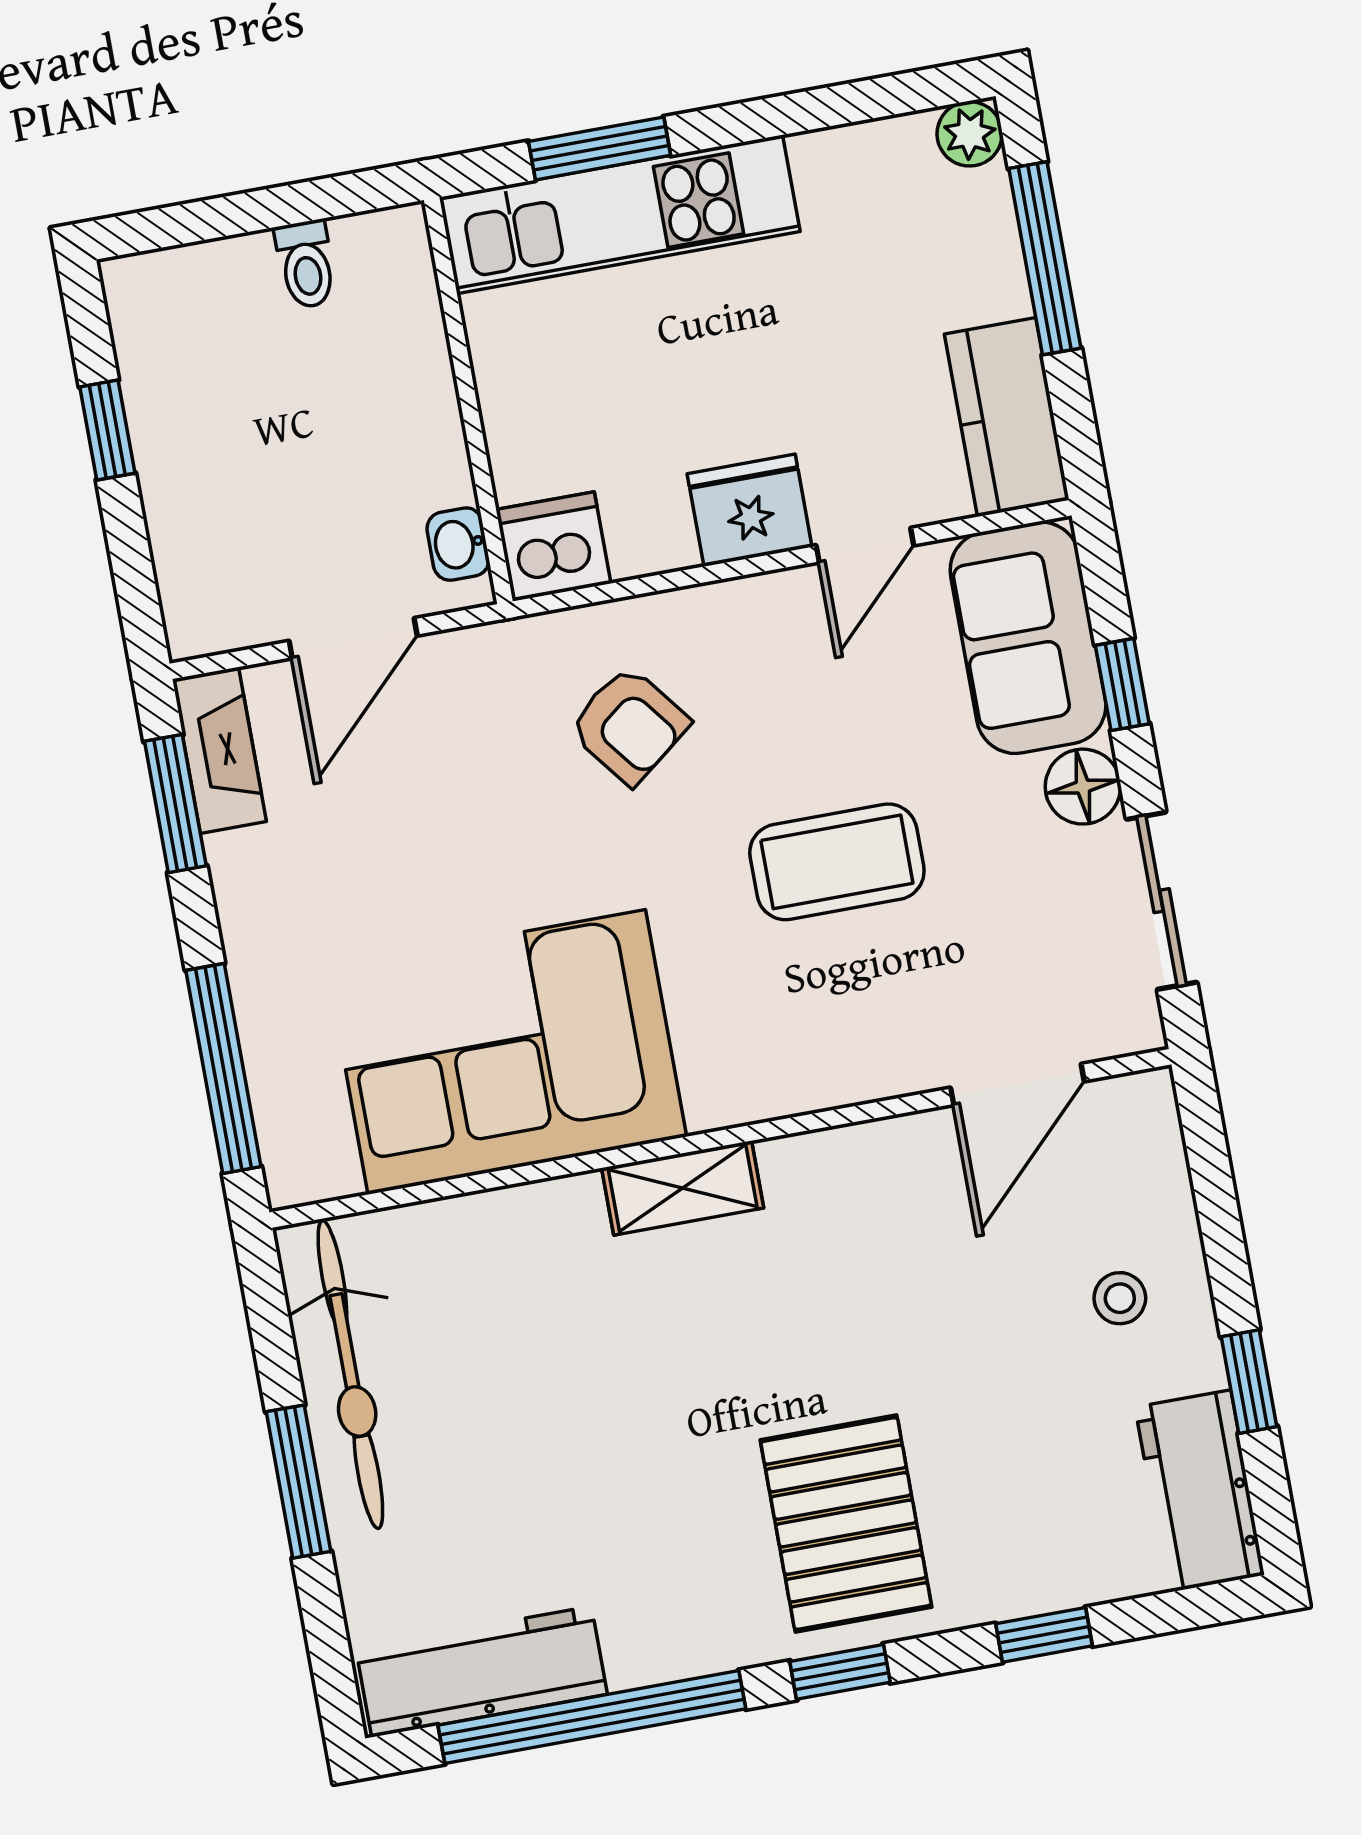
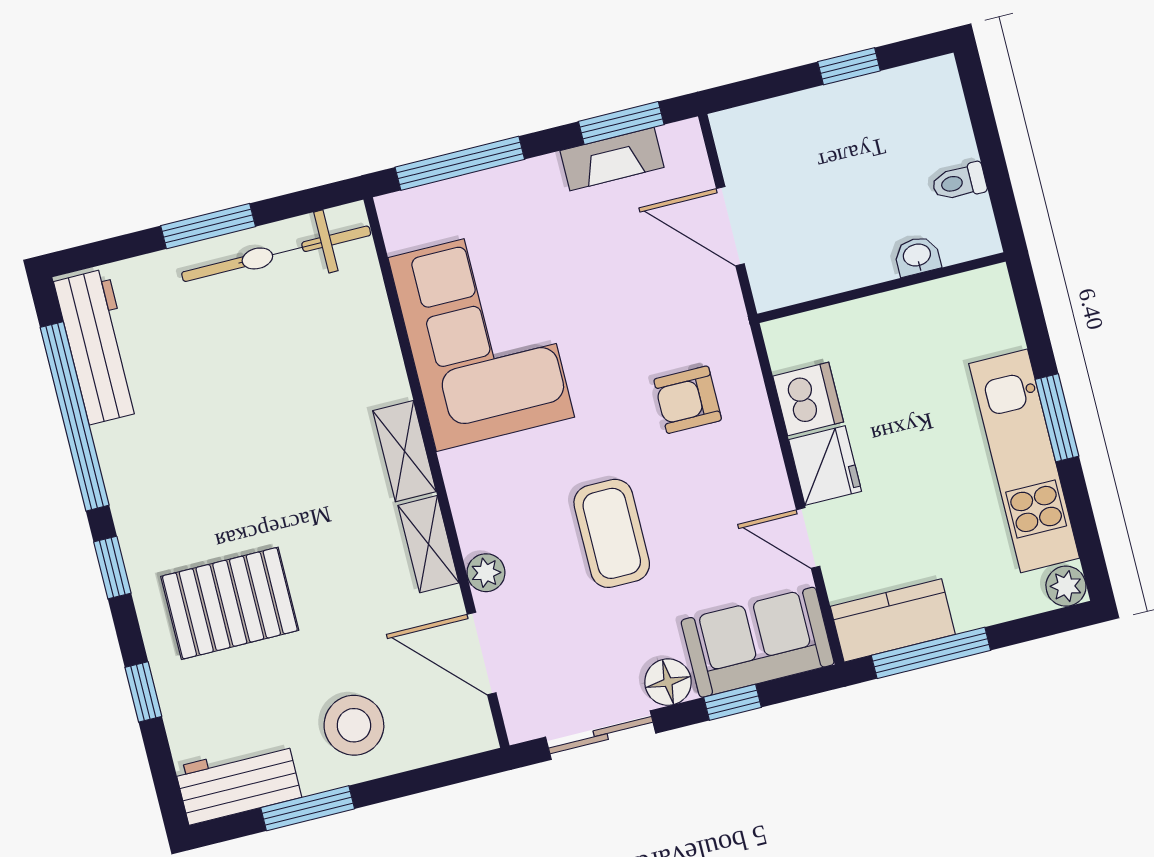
window: (600, 148) -> (1057, 418), moved
kitchen unit: (620, 214) -> (1024, 461), moved
window: (1045, 258) -> (931, 653), moved
washbasin: (458, 544) -> (917, 256), moved
dishwasher: (553, 546) -> (808, 399), moved
armchair: (629, 725) -> (688, 400), turned 38
fireplace: (219, 750) -> (612, 159), moved
plant: (887, 1069) -> (486, 573), added
shelving: (835, 1159) -> (429, 544), added
stool: (1120, 1298) -> (354, 725), width x1.89, depth x1.89
window: (1249, 1382) -> (308, 808), width x1.50
pallet: (846, 1523) -> (230, 603), moved

